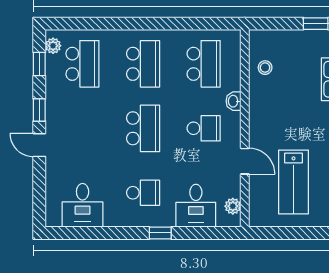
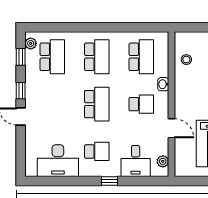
desk: (83, 205) -> (58, 161), width x1.37

